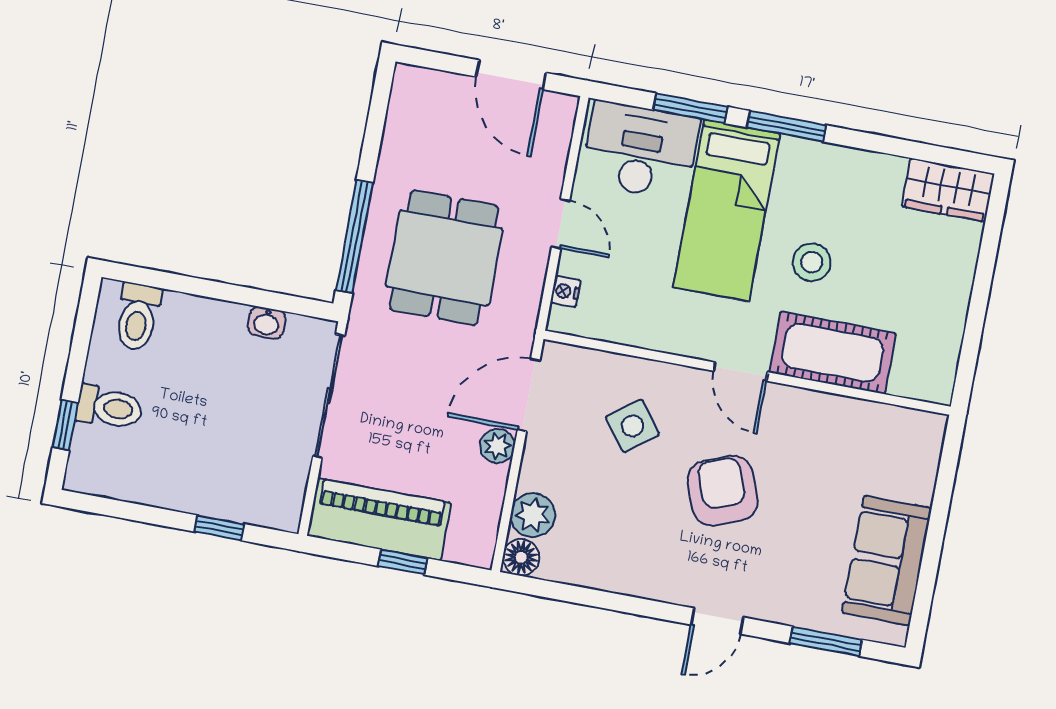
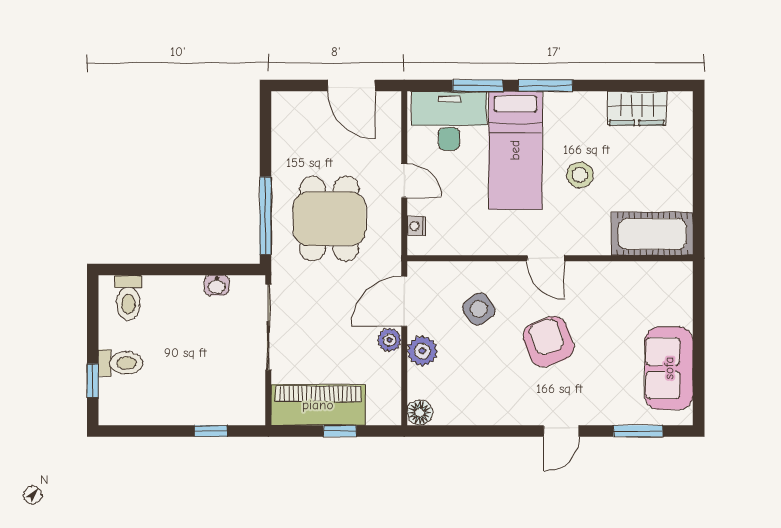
wardrobe: (948, 190) -> (637, 108), moved
cot: (833, 353) -> (652, 234), moved
plant: (533, 515) -> (422, 351), moved

